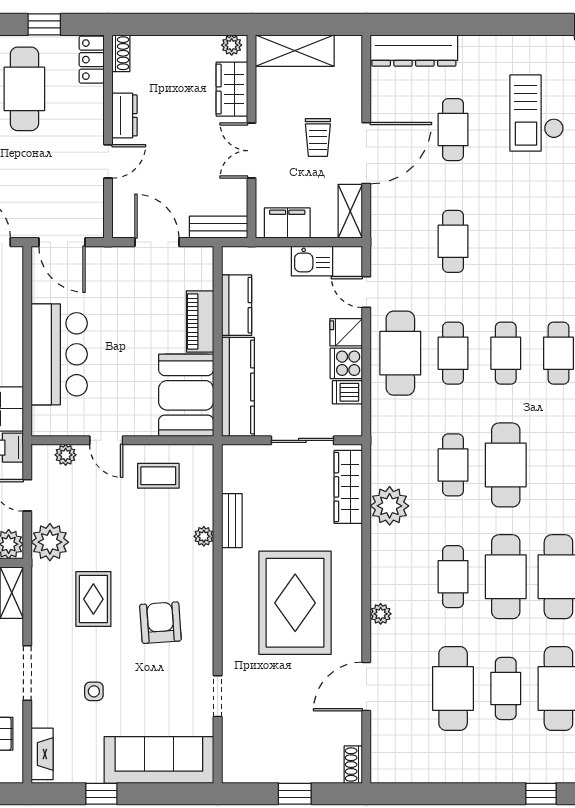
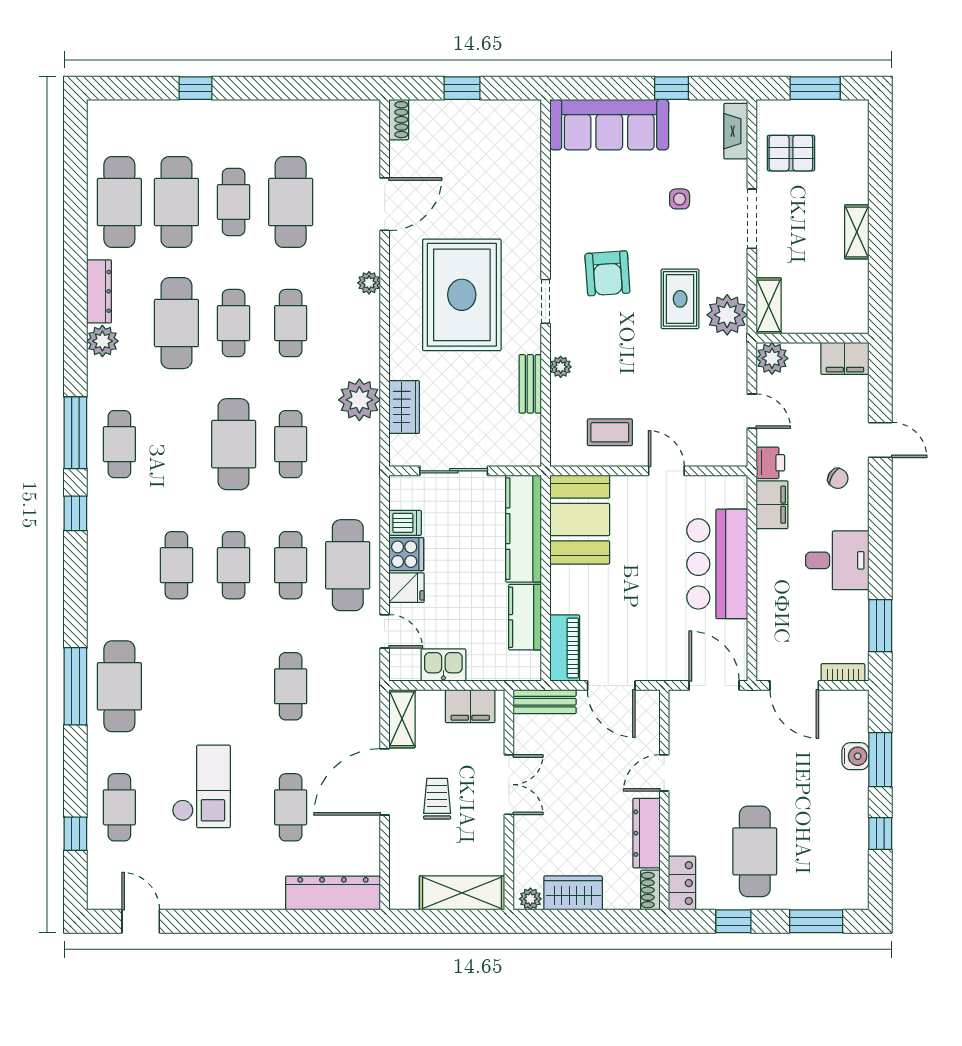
wardrobe: (232, 89) -> (573, 893), moved, turned -90
checkout: (537, 113) -> (201, 786), moved
dresser: (125, 115) -> (646, 833), width x1.44
piano: (200, 321) -> (565, 648), moved
plant: (66, 455) -> (710, 455), removed
wardrobe: (348, 487) -> (404, 407), width x0.67
plant: (50, 542) -> (727, 315), moved
cafe table: (506, 577) -> (234, 323), width x0.73, depth x0.74
doorway: (218, 696) -> (546, 301), moved

